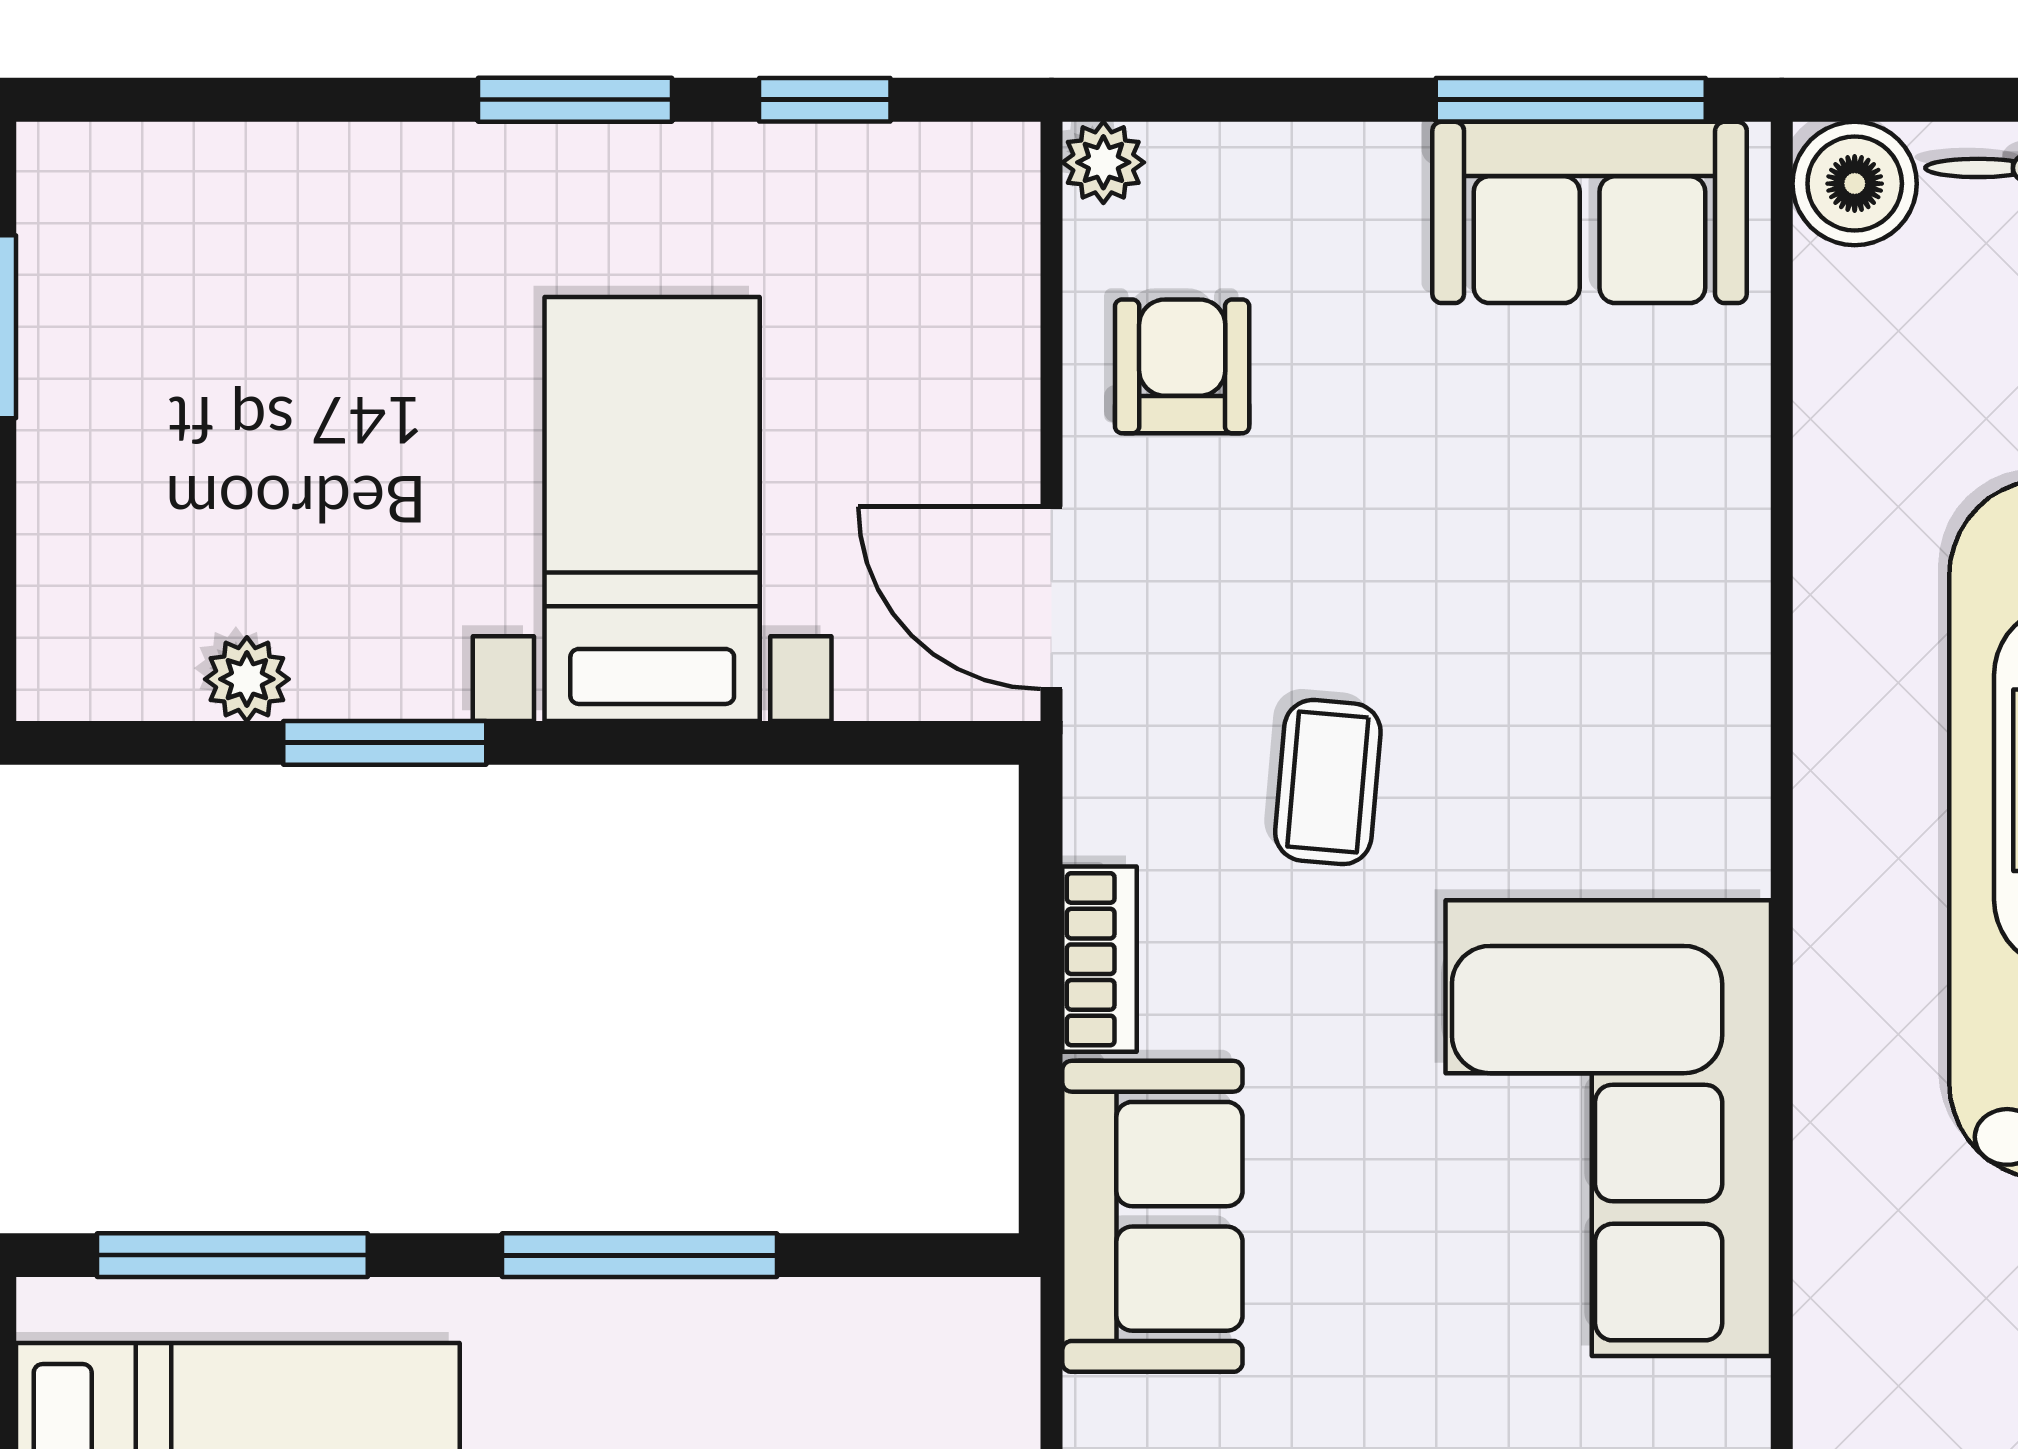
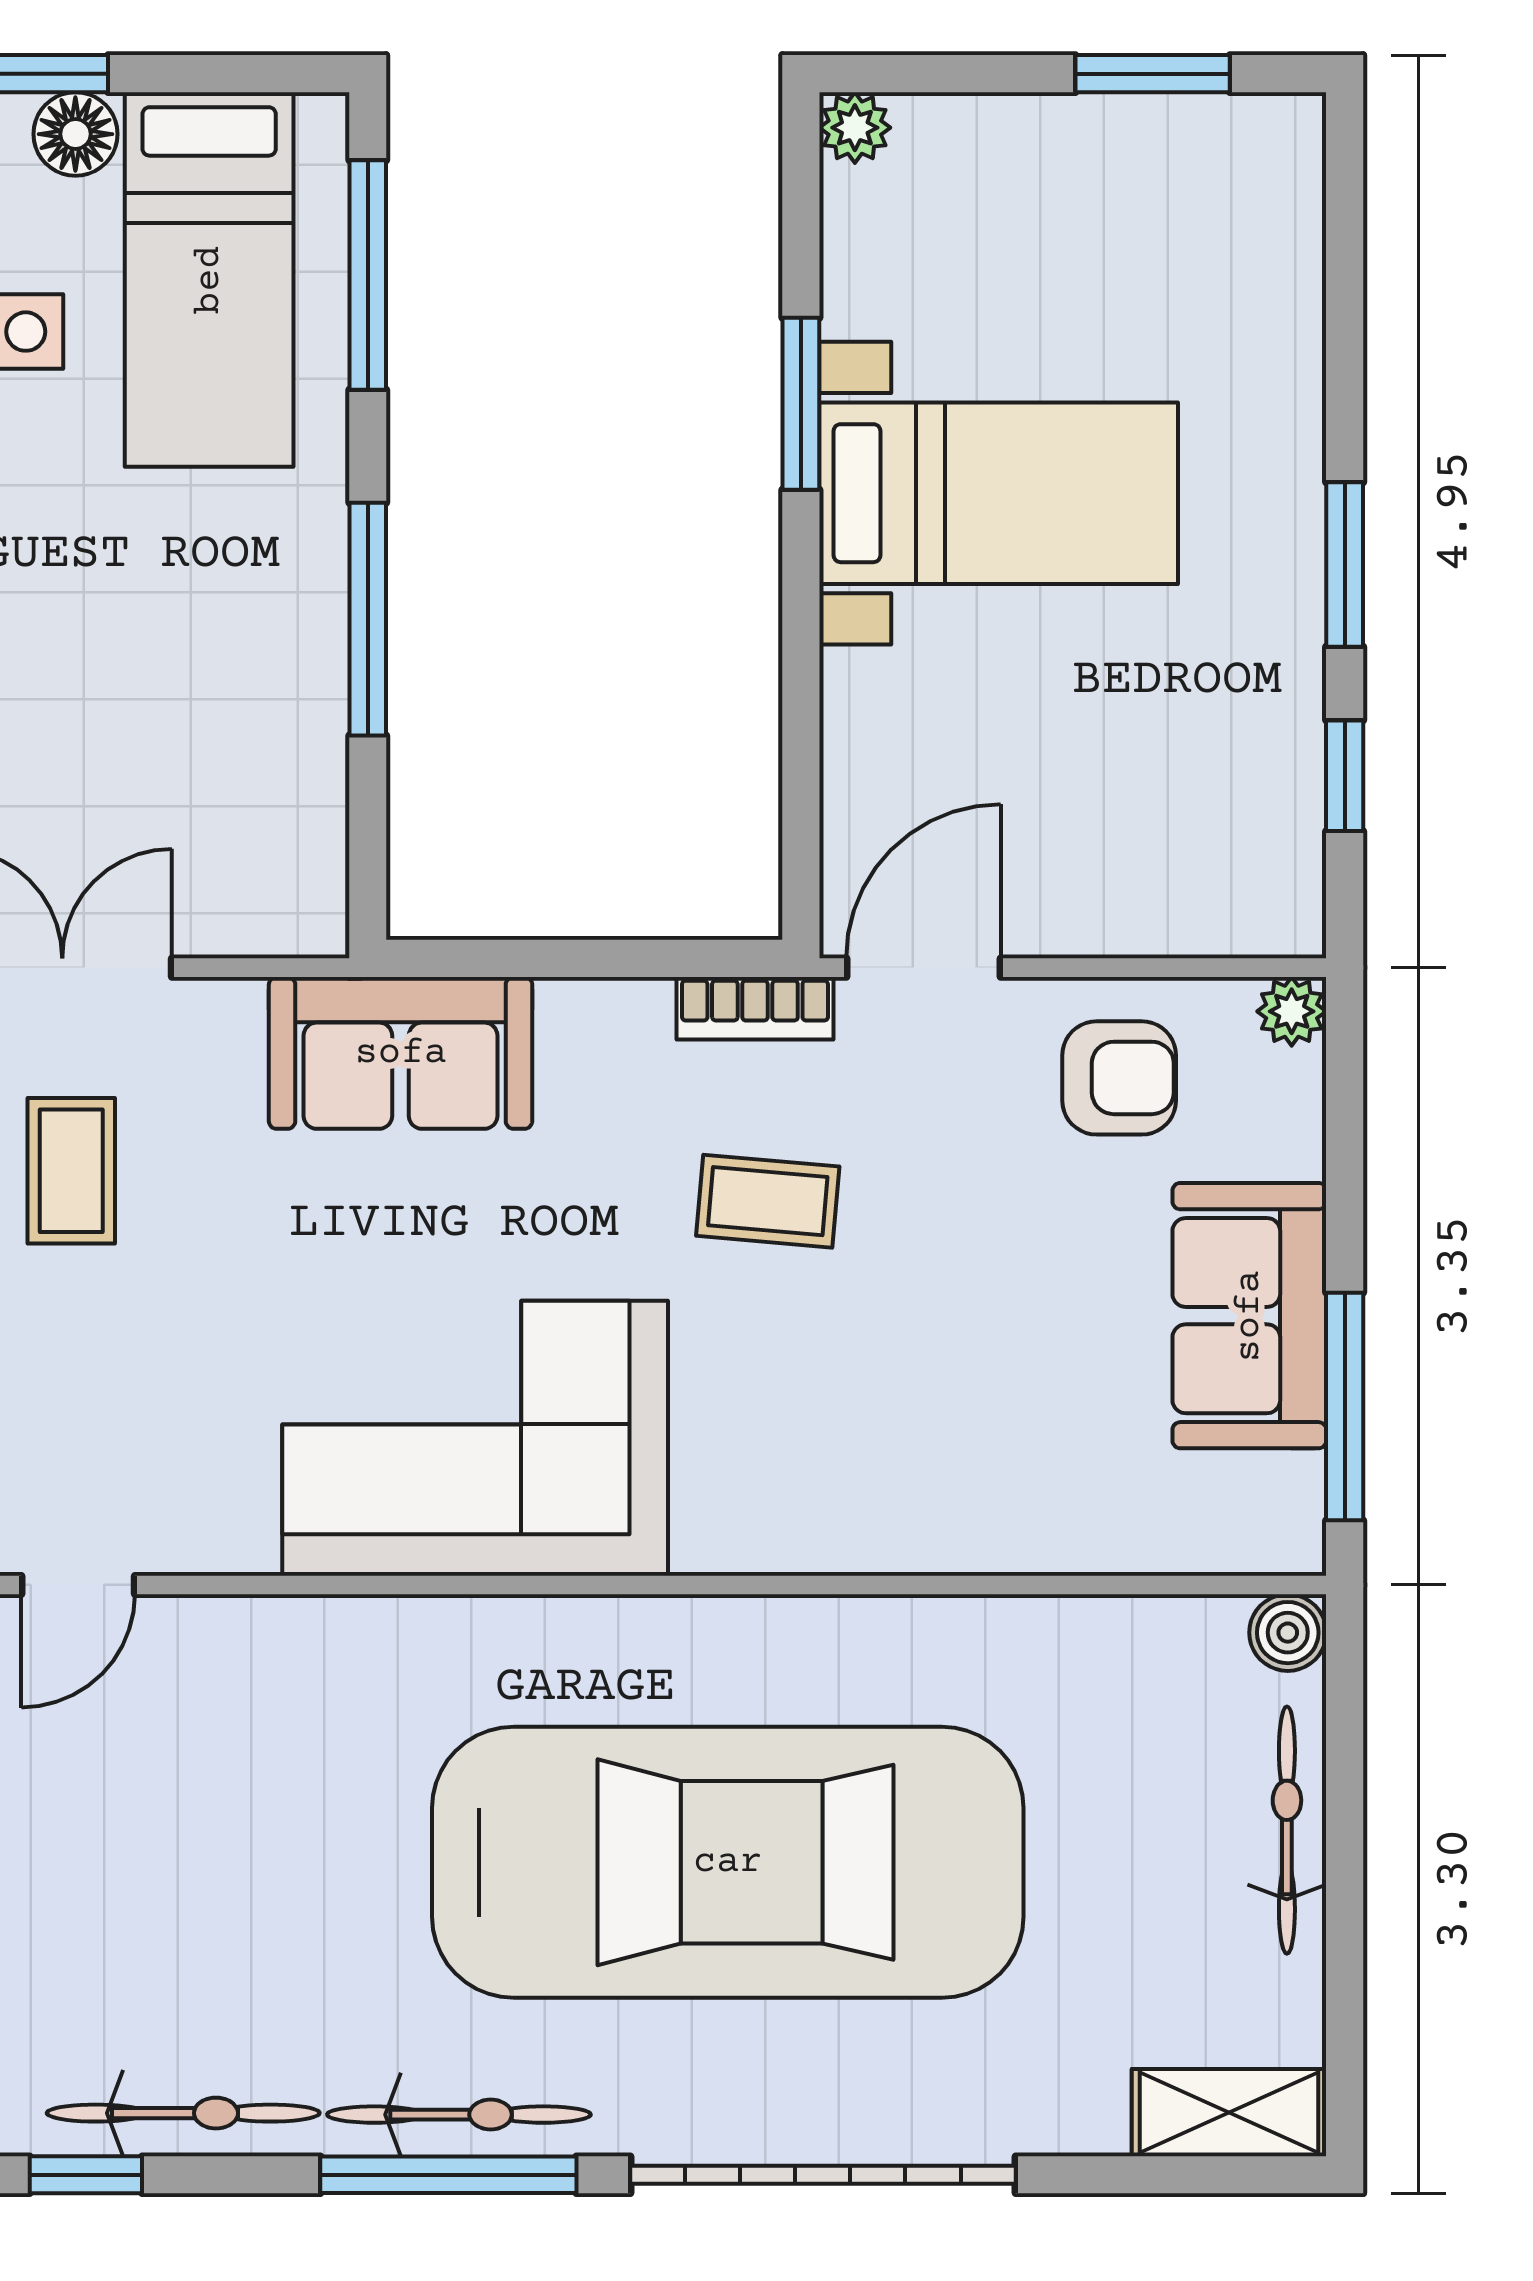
boiler: (1855, 184) -> (1288, 1633), width x0.73, depth x0.73
sofa: (1590, 212) -> (1249, 1316), moved
bed with nightstands: (652, 509) -> (999, 493), moved
plant: (247, 679) -> (855, 128), moved
bookcase: (1100, 959) -> (755, 1008), moved

